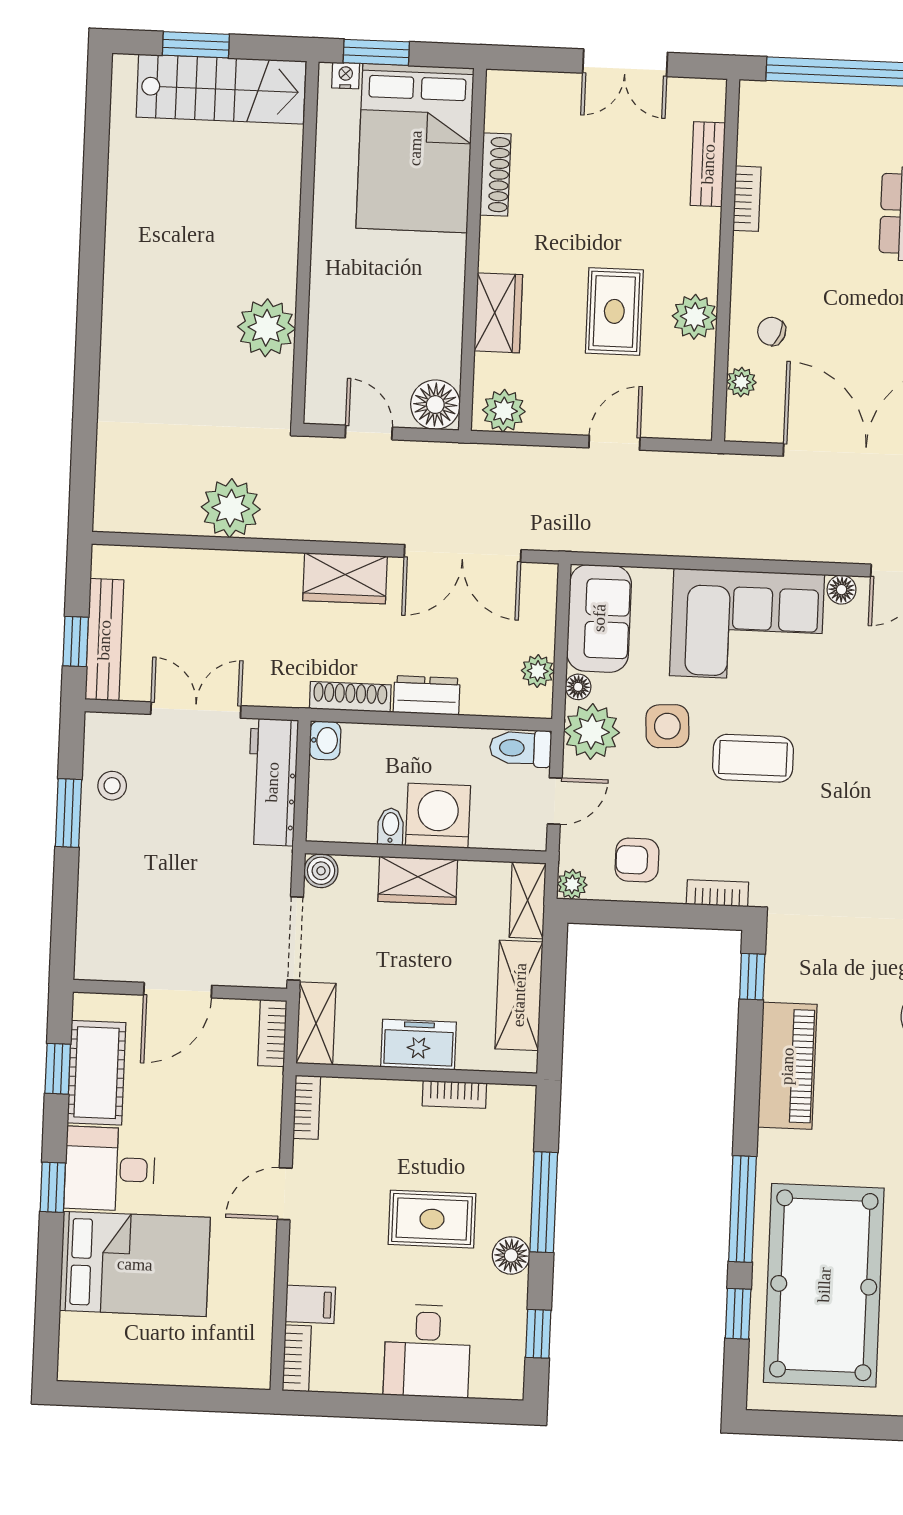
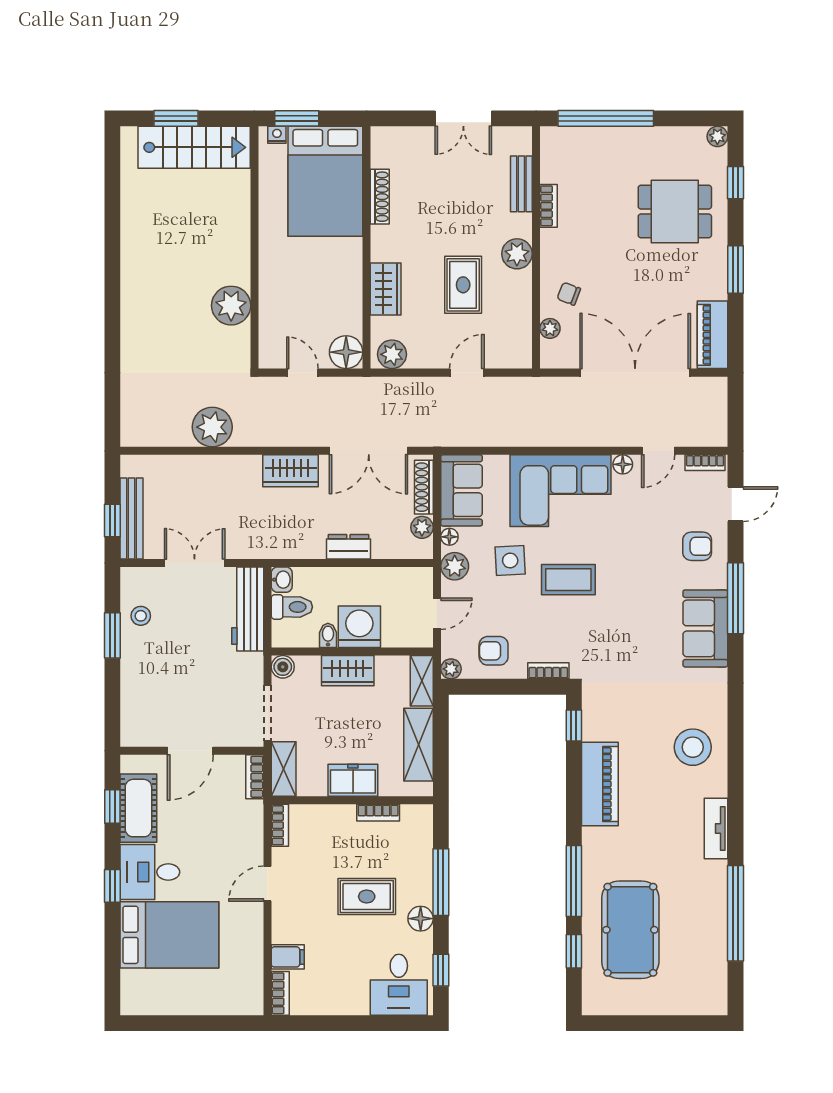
plant: (695, 317) -> (517, 254), moved
shoe rack: (350, 697) -> (424, 487), moved, turned -90
plant: (592, 732) -> (455, 566), width x0.73, depth x0.73
toilet: (520, 748) -> (292, 607), moved, turned 180
pool table: (824, 1285) -> (630, 930), width x0.73, depth x0.76
desk: (427, 1351) -> (399, 985), moved

